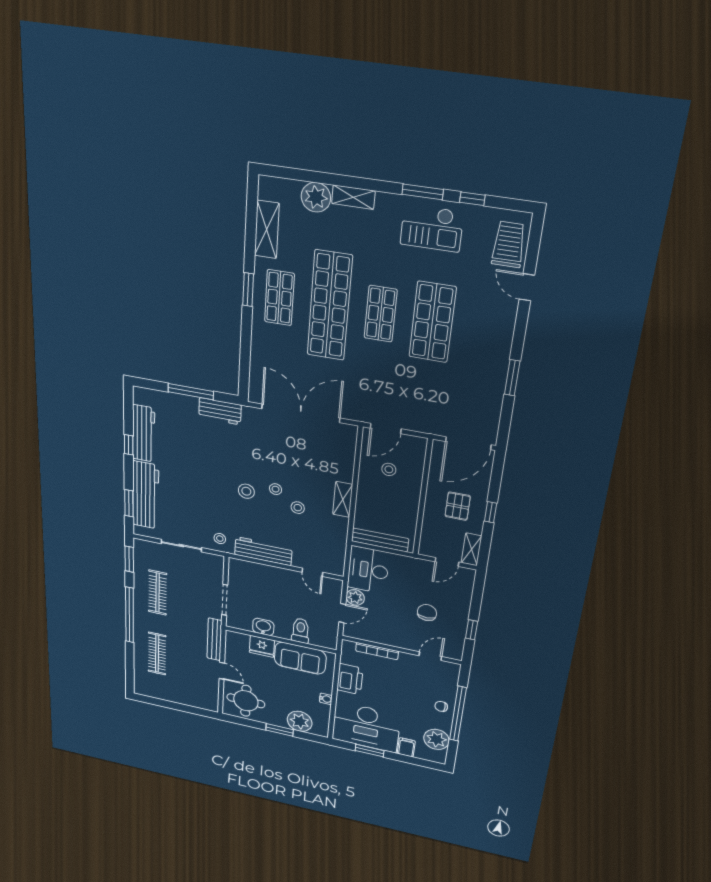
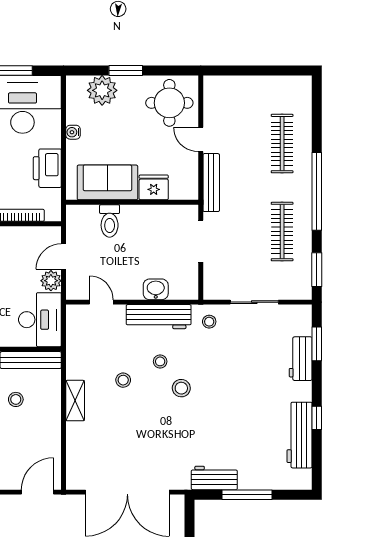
stool: (389, 469) -> (16, 399), moved
stool: (276, 489) -> (160, 361), moved
workbench: (146, 495) -> (301, 359), width x0.53, depth x0.76
washbasin: (263, 627) -> (156, 289), moved, turned 180

